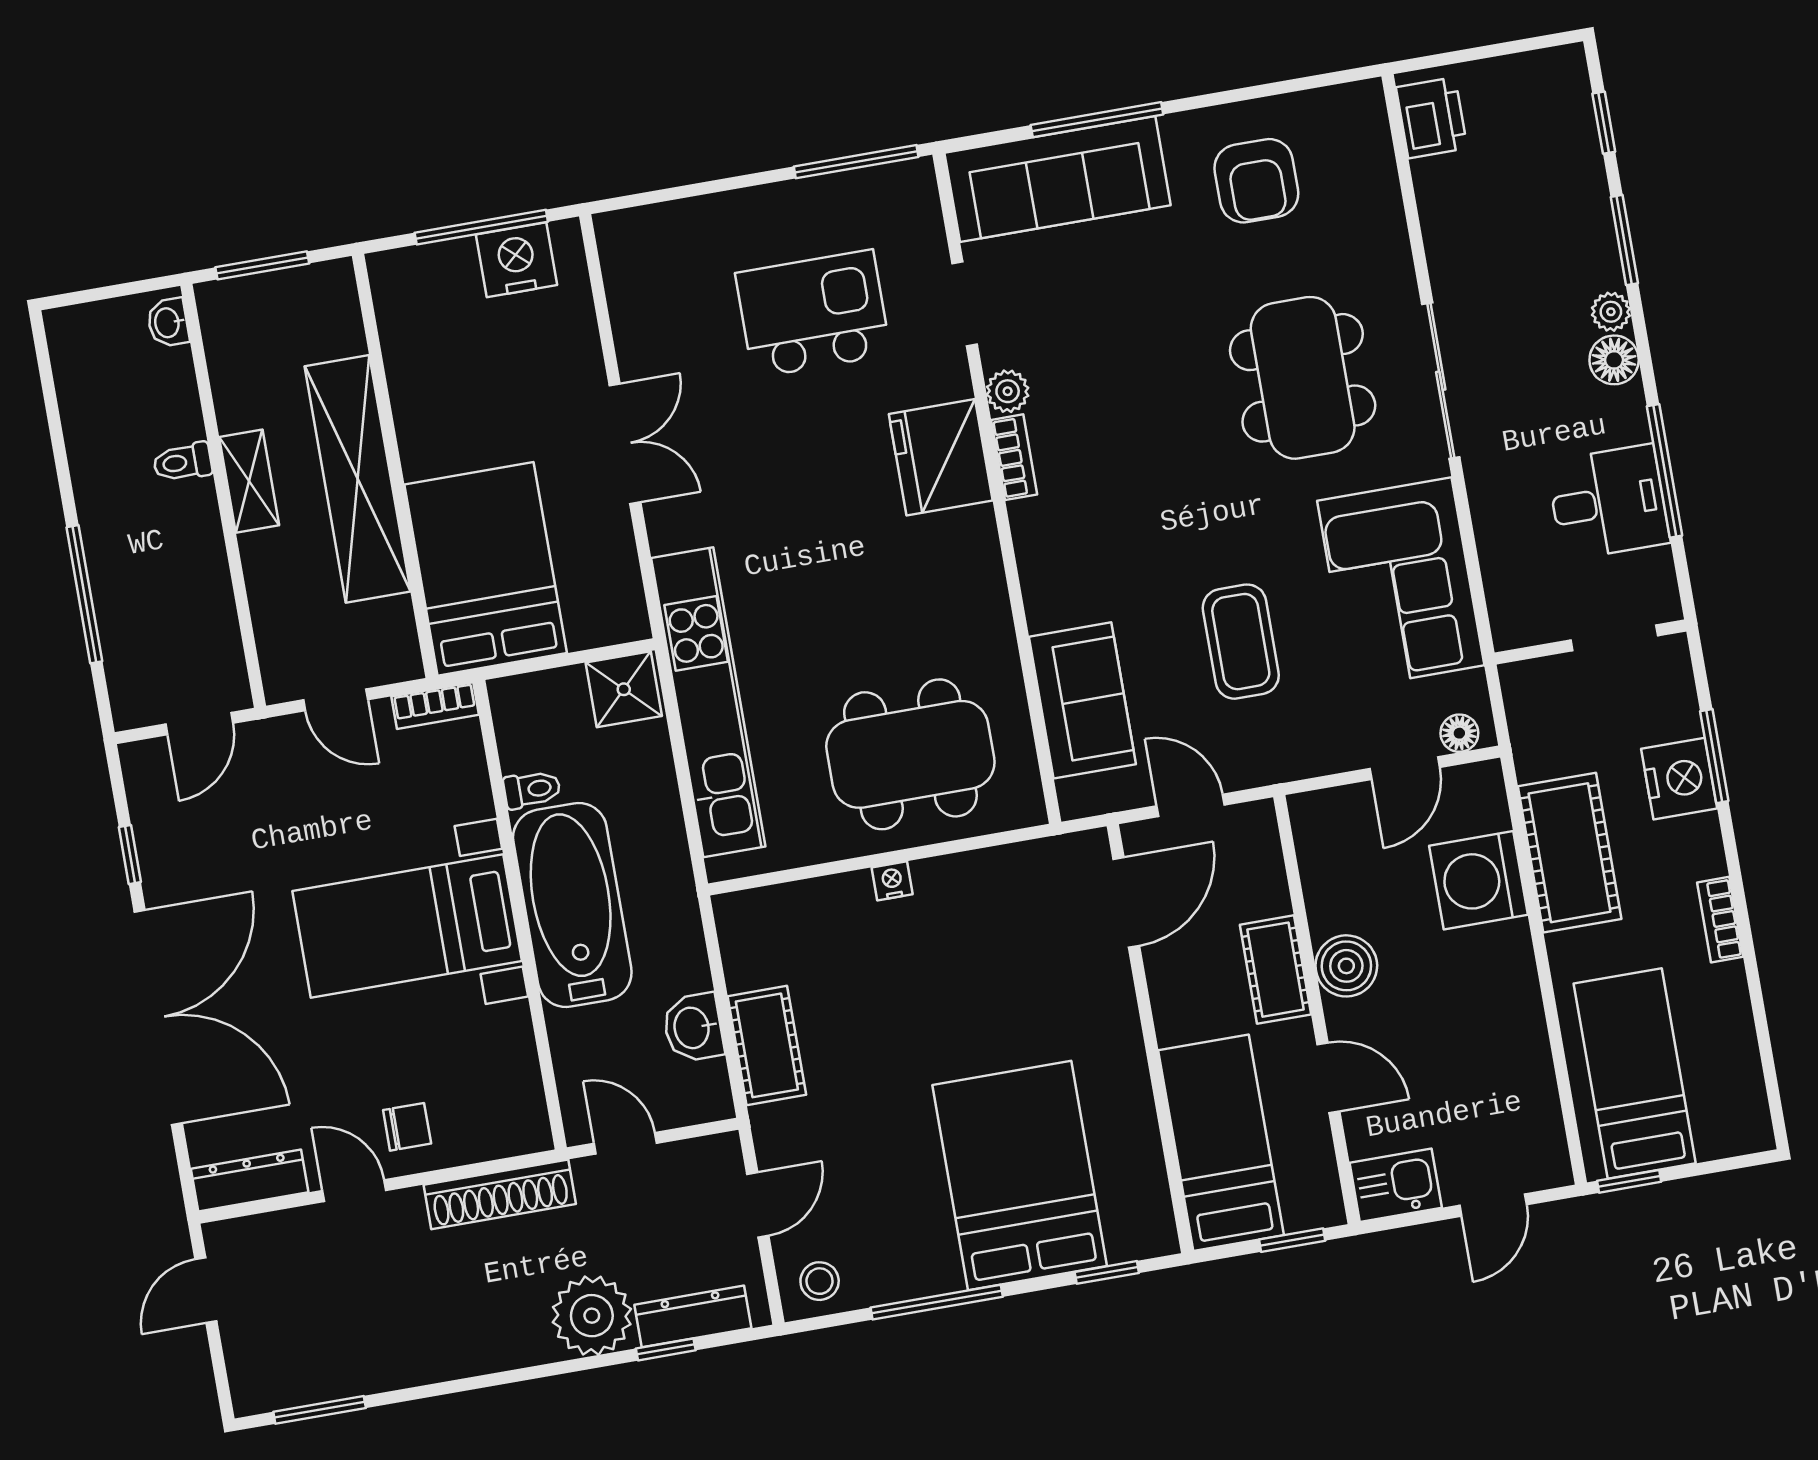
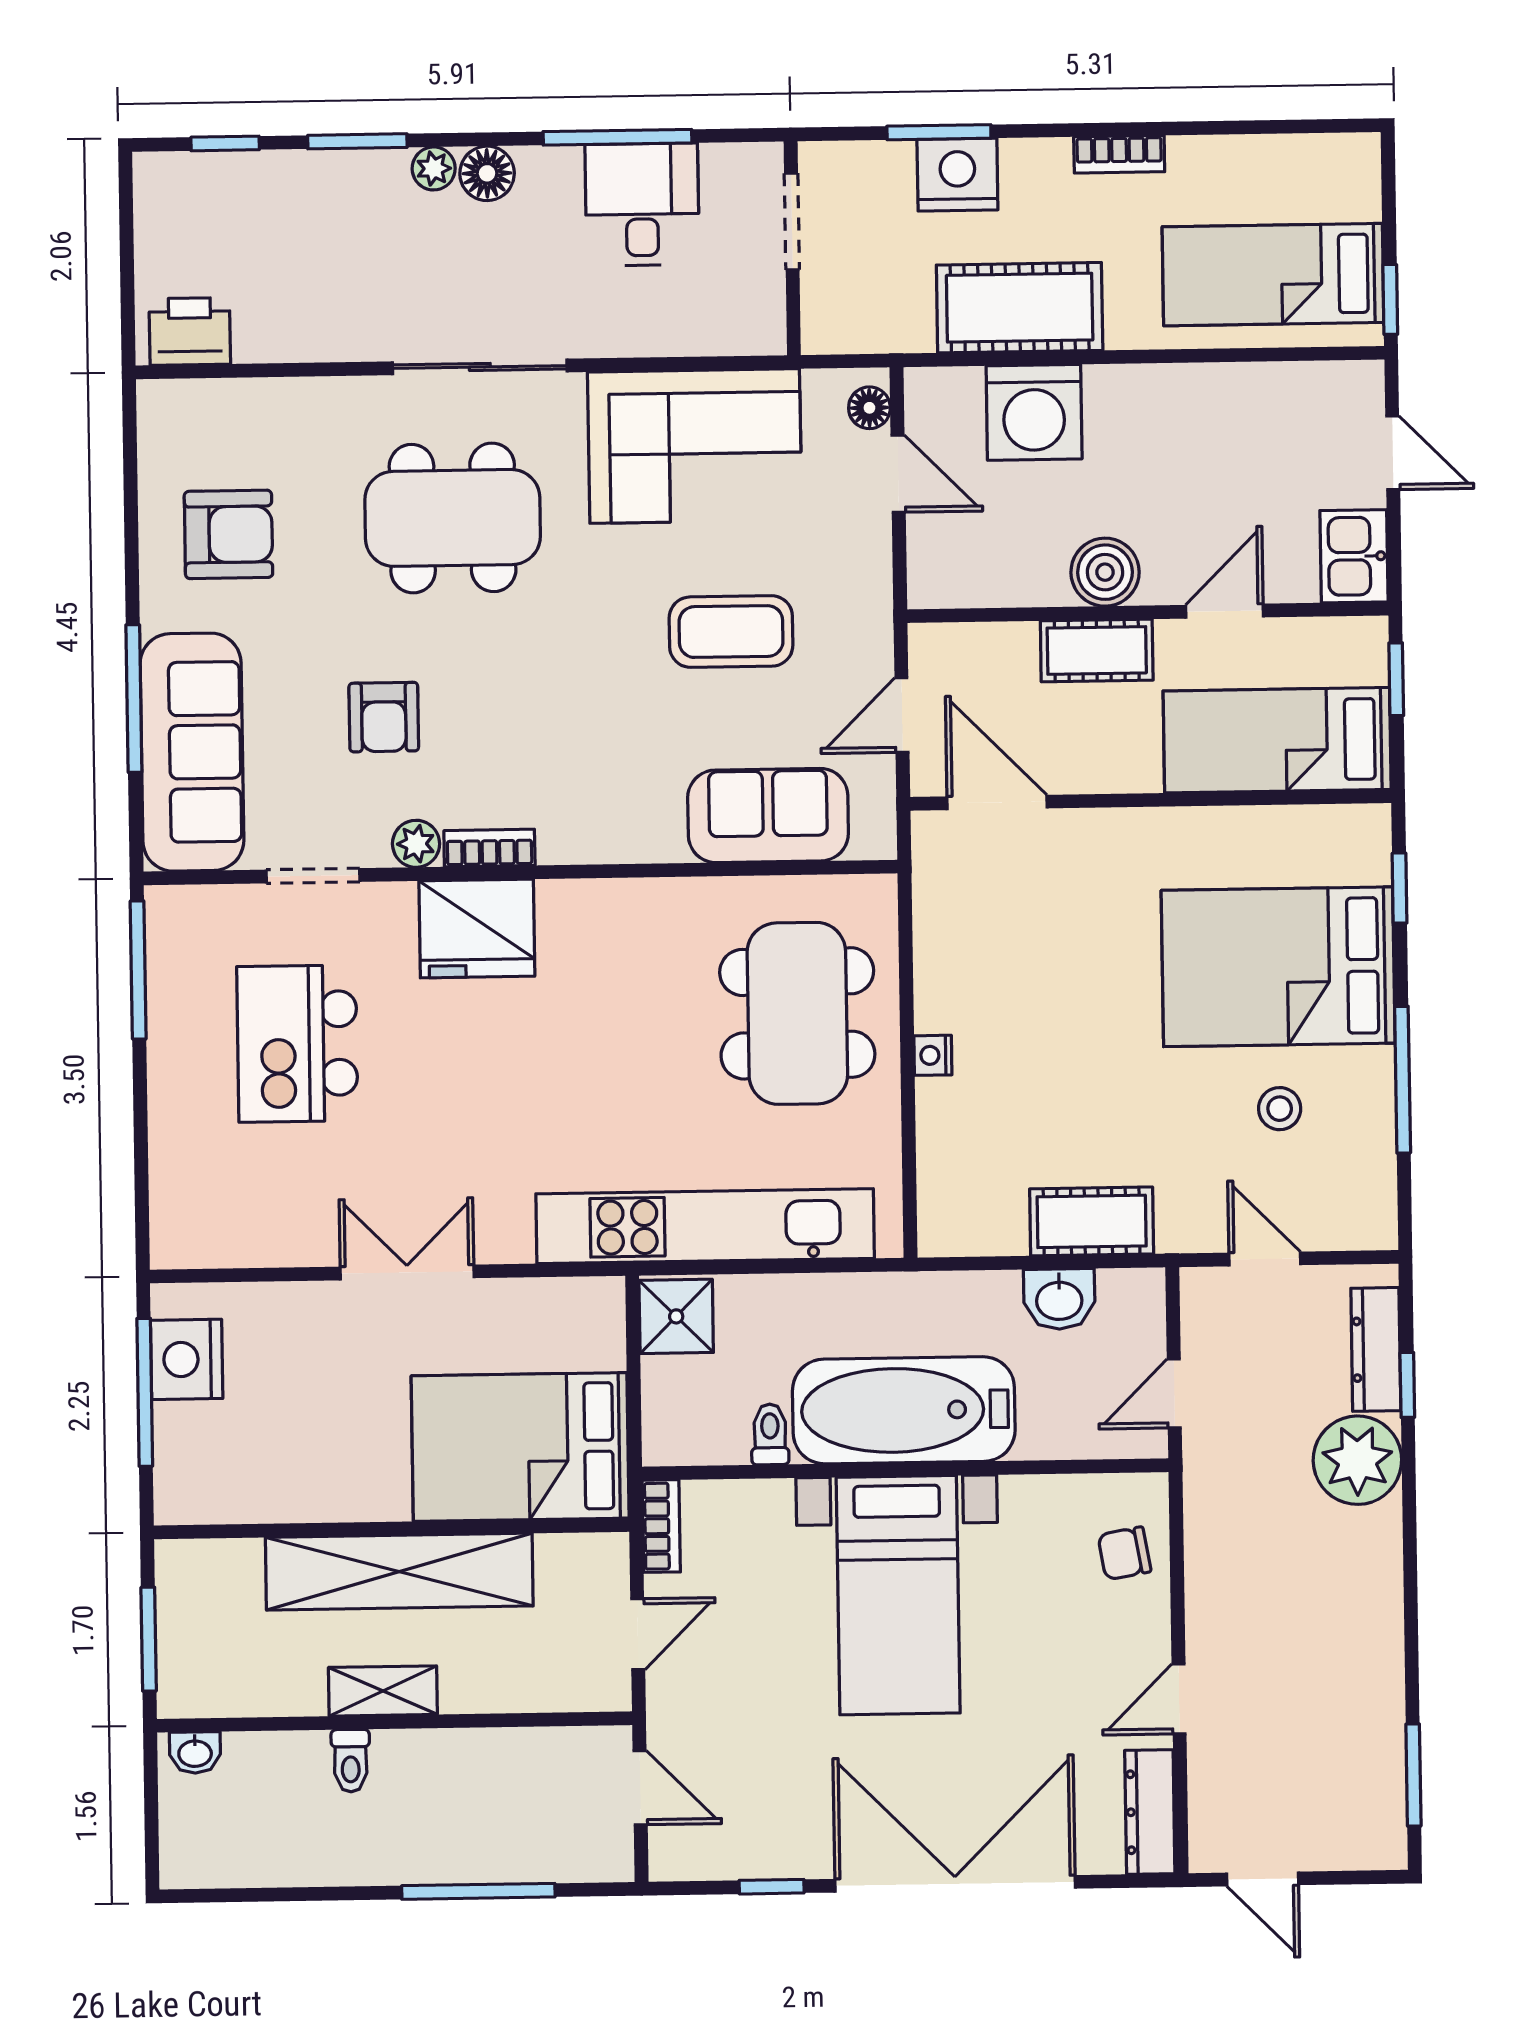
armchair: (1116, 345) -> (384, 717), added
chair: (407, 1127) -> (1124, 1553), moved, turned -100
shoe rack: (500, 1194) -> (1209, 1540), removed
stool: (820, 1281) -> (1280, 1109), moved

